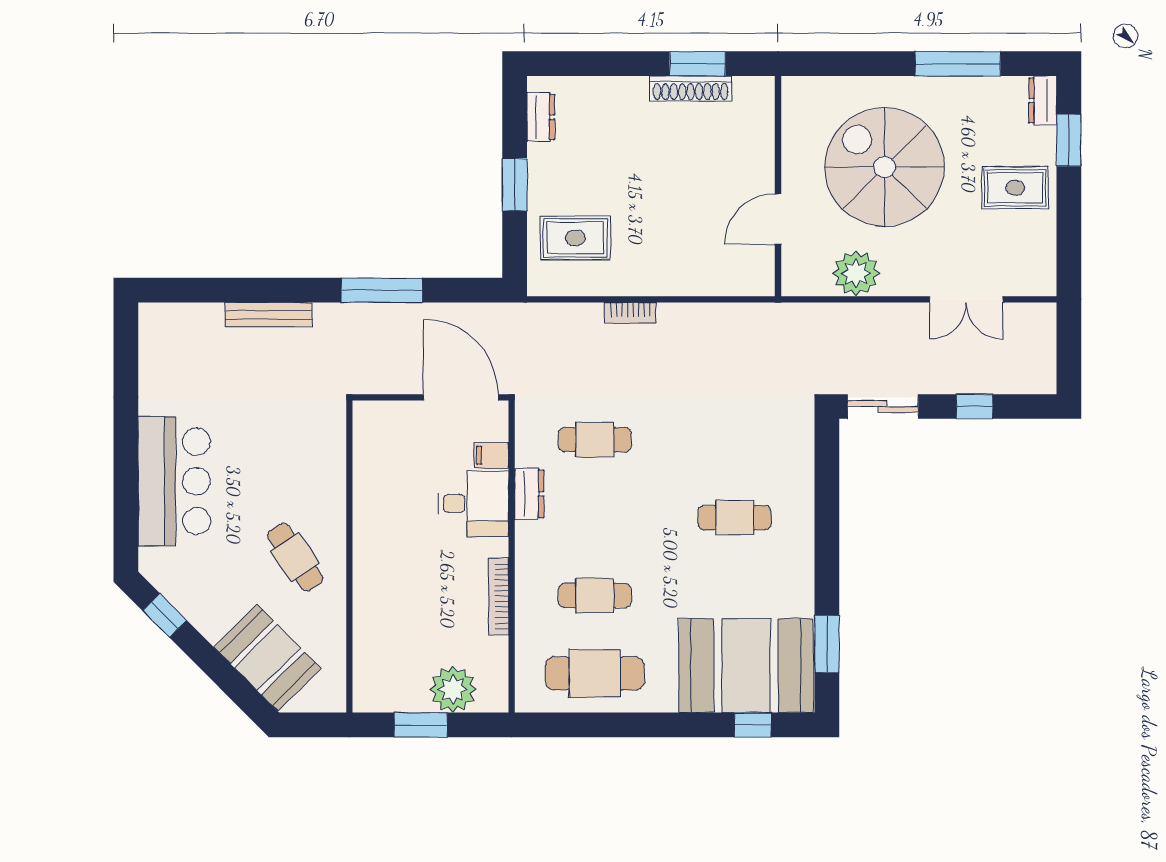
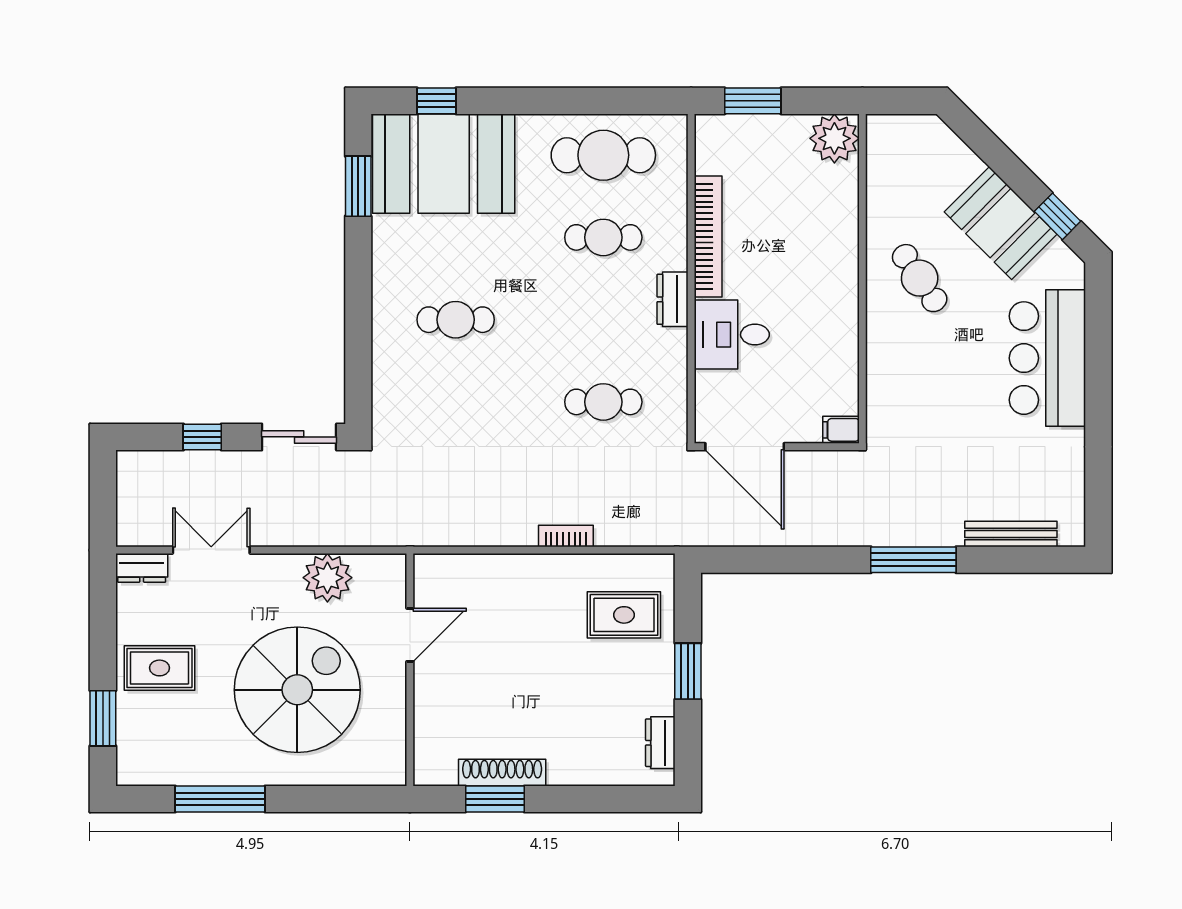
dresser: (1043, 100) -> (142, 568), moved, turned 90
spiral stairs: (885, 167) -> (297, 690), turned -90
window: (382, 290) -> (913, 560), moved
bench: (268, 315) -> (1011, 534), moved
filing cabinet: (491, 455) -> (841, 430), moved, turned 180
dresser: (529, 494) -> (672, 299), moved
bookcase: (499, 596) -> (708, 237), width x1.48, depth x1.31
booth: (267, 658) -> (1001, 223), moved
plant: (453, 689) -> (834, 138), moved
window: (421, 725) -> (753, 101), moved

